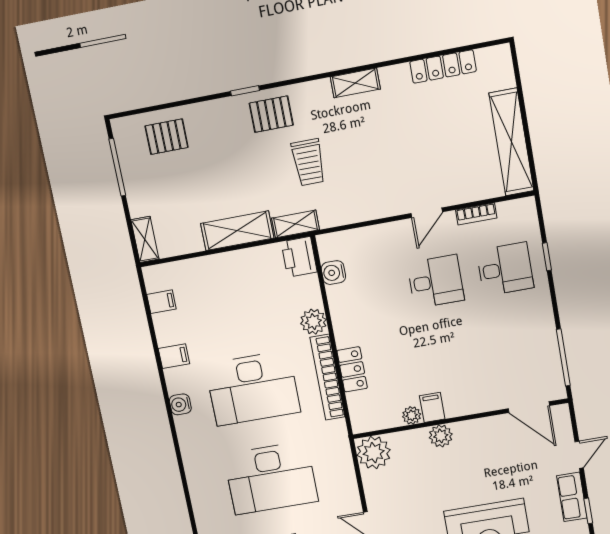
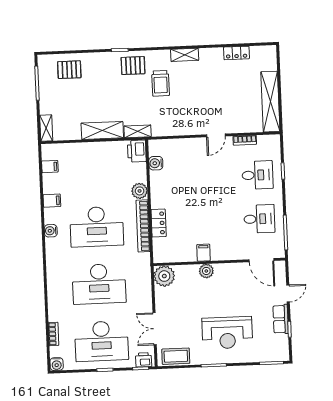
locker: (443, 66) -> (236, 53), width x0.66
trolley: (308, 162) -> (161, 83), moved
desk: (436, 281) -> (259, 219), moved
plant: (412, 415) -> (190, 256), removed

